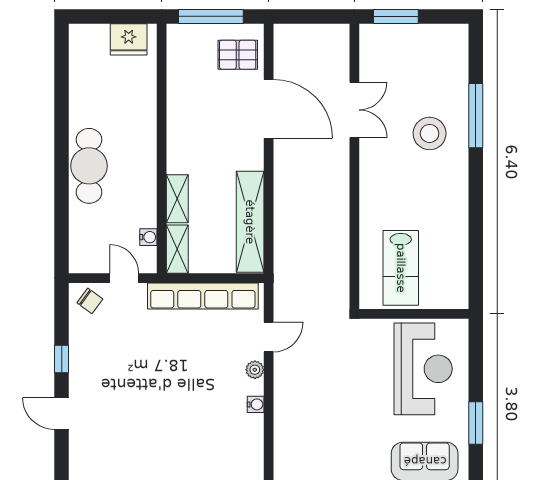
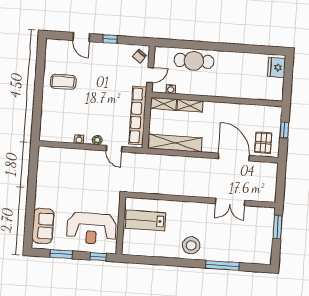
window: (211, 16) -> (284, 130), width x0.46
fridge: (129, 39) -> (277, 67), moved
door: (269, 109) -> (234, 157), swing flipped
stool: (430, 133) -> (191, 245), moved
cafe table: (89, 166) -> (194, 61), moved
window: (476, 353) -> (98, 257), added
door: (62, 414) -> (81, 37), swing flipped
coffee table: (149, 442) -> (63, 82), added

